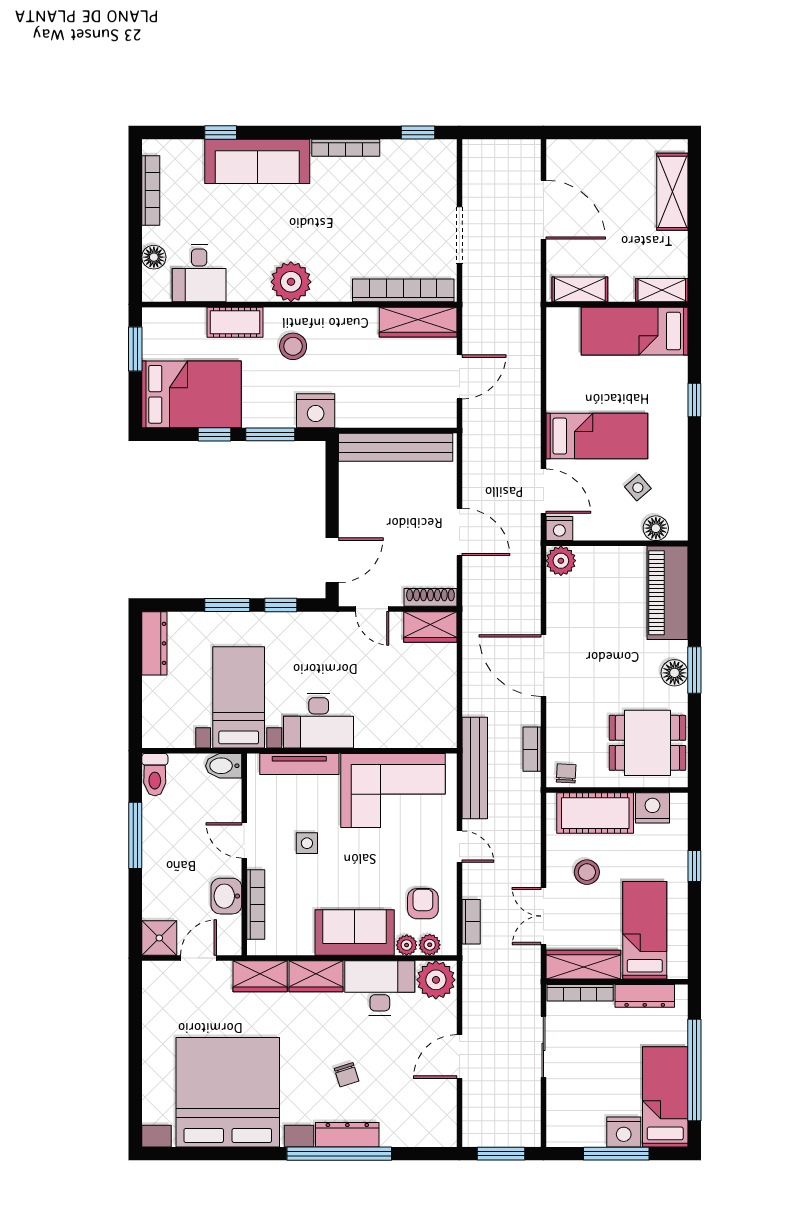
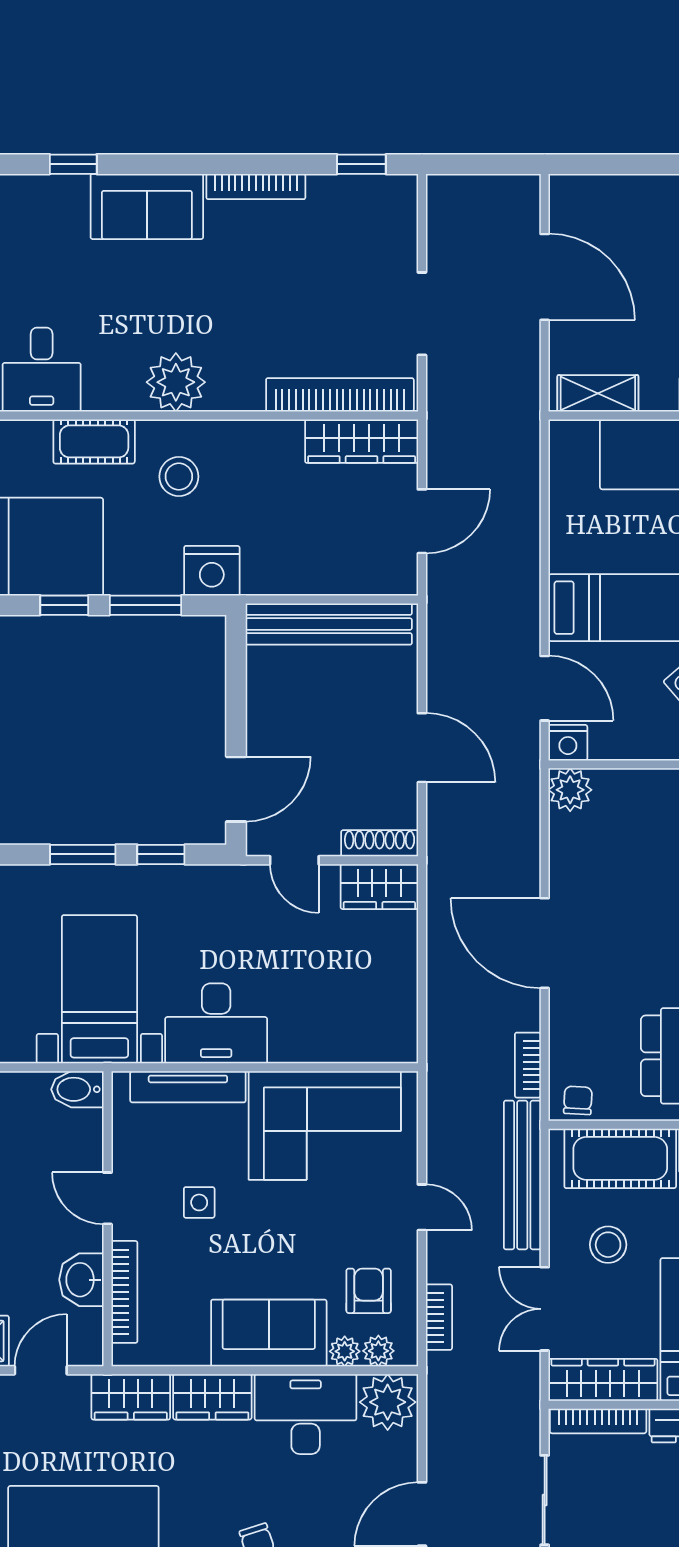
sofa: (257, 161) -> (147, 206), width x0.73
bench: (475, 768) -> (522, 1175), moved

